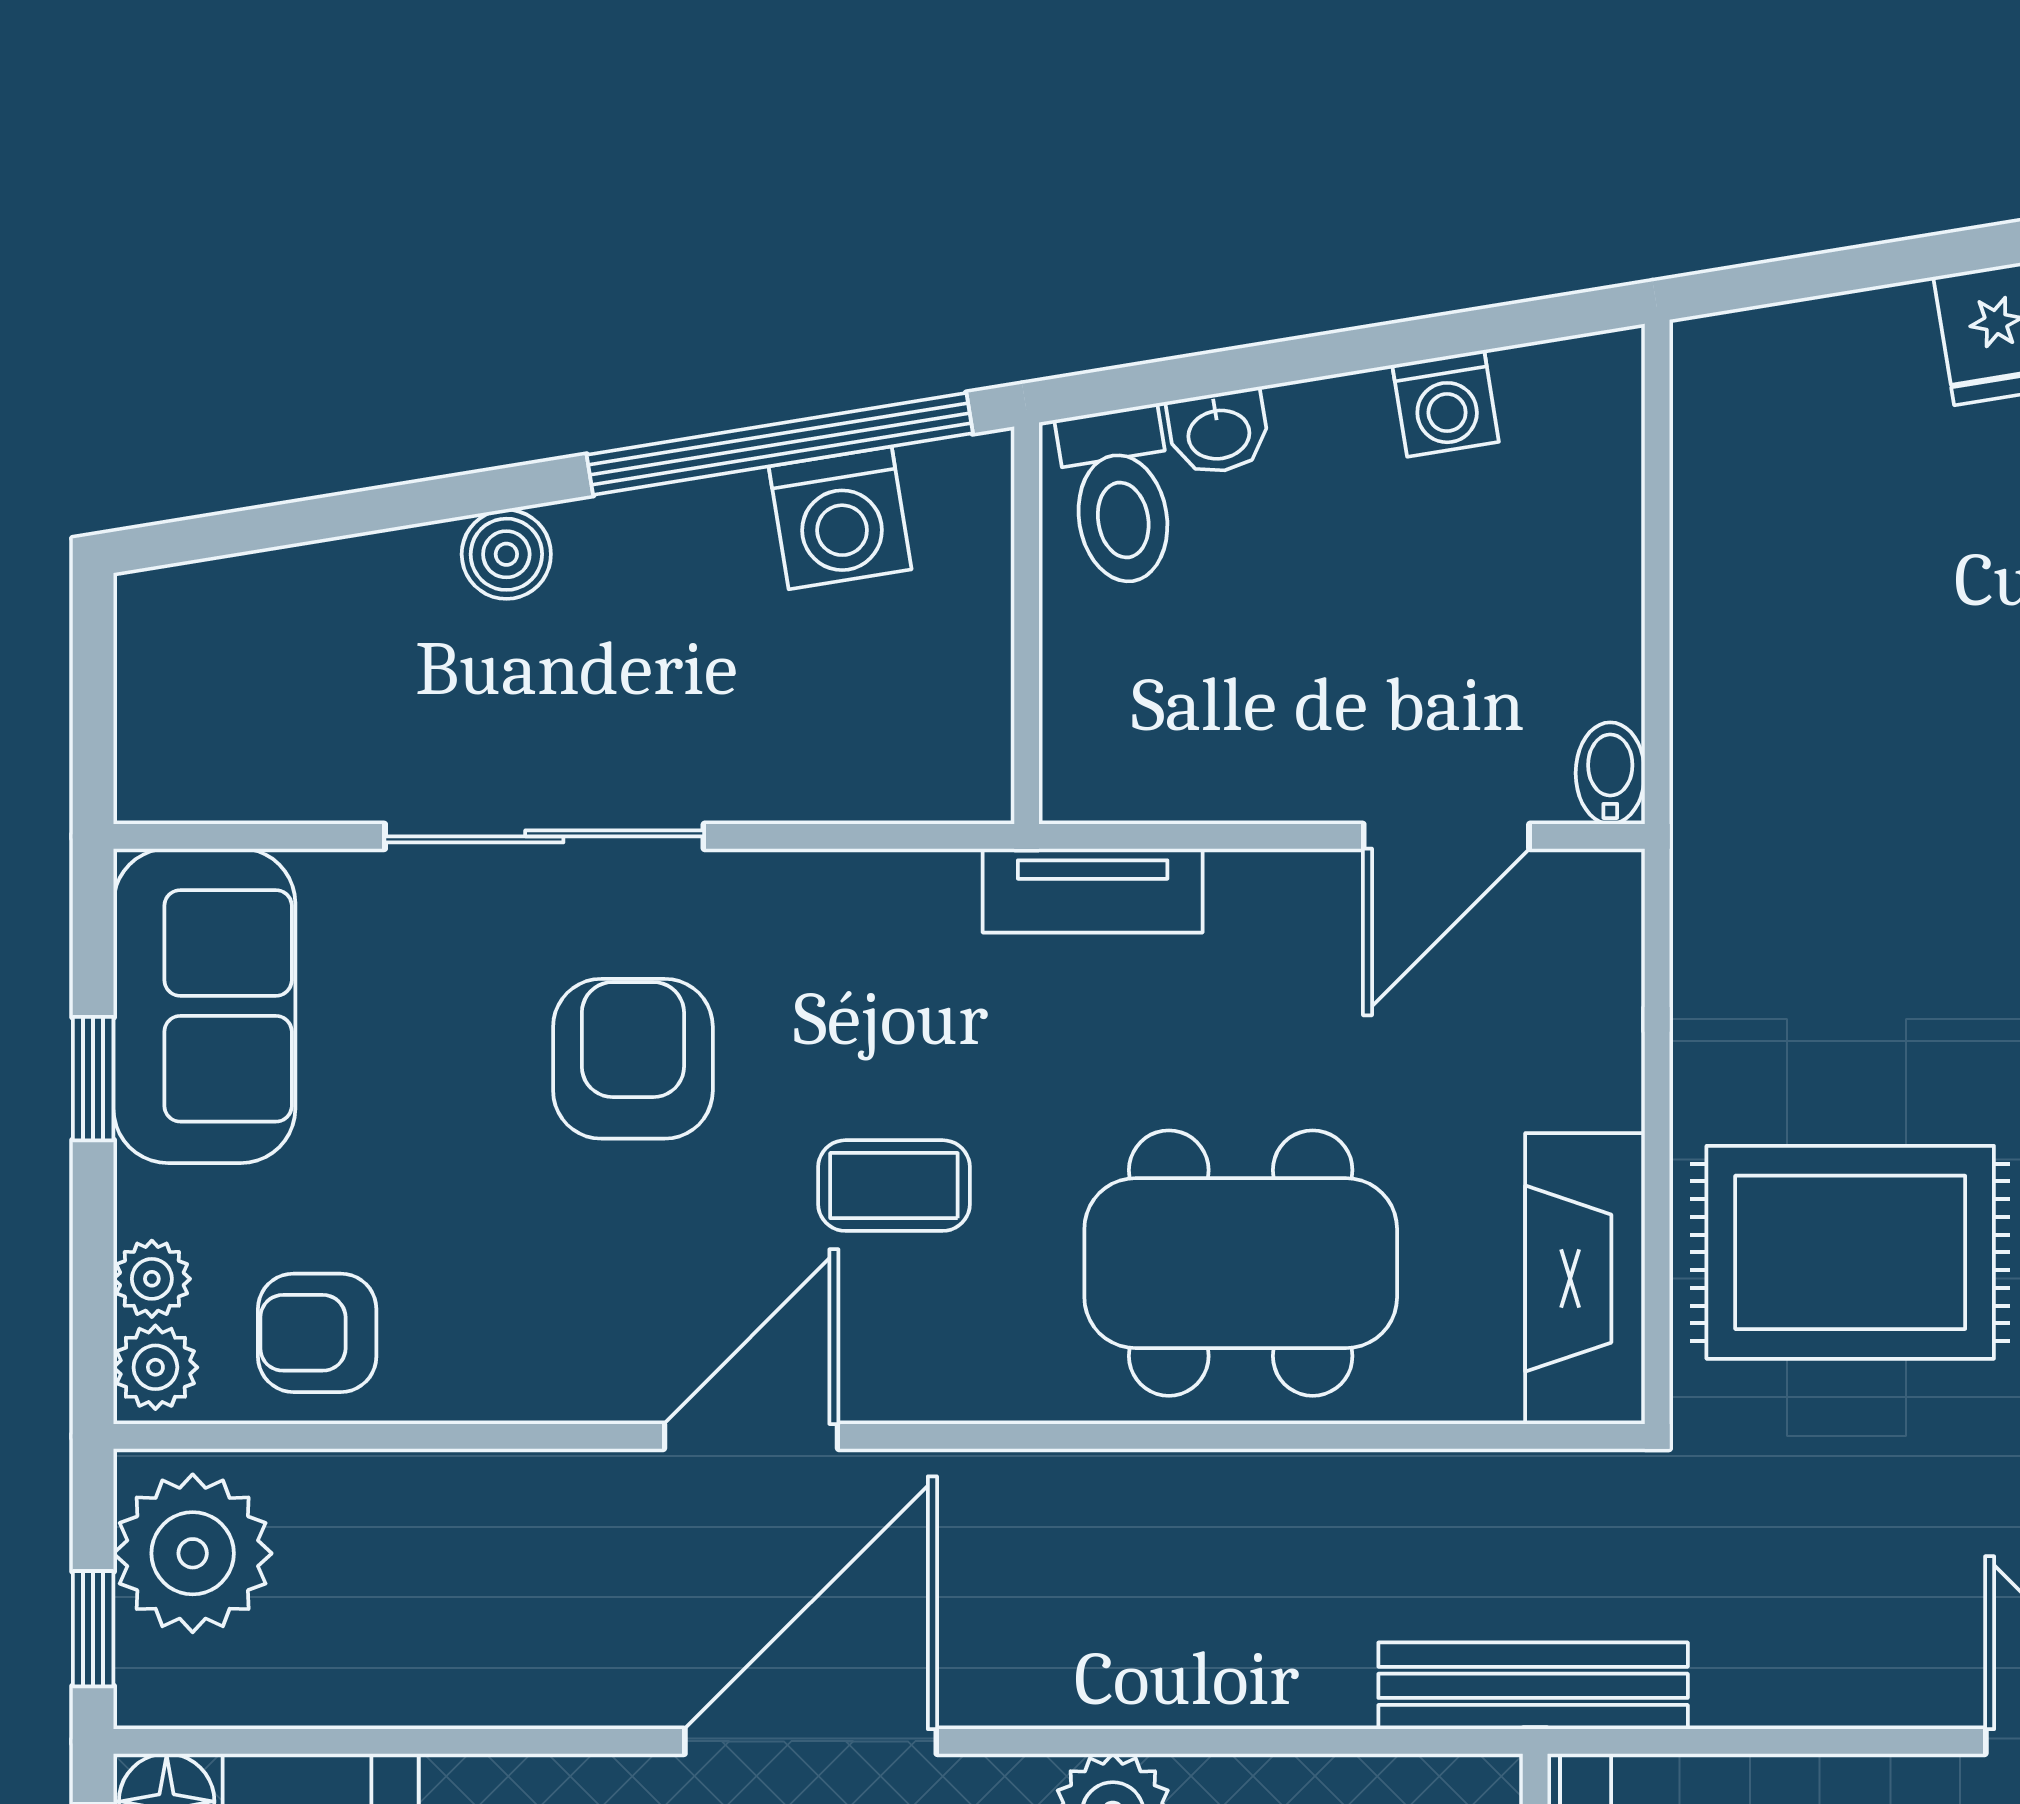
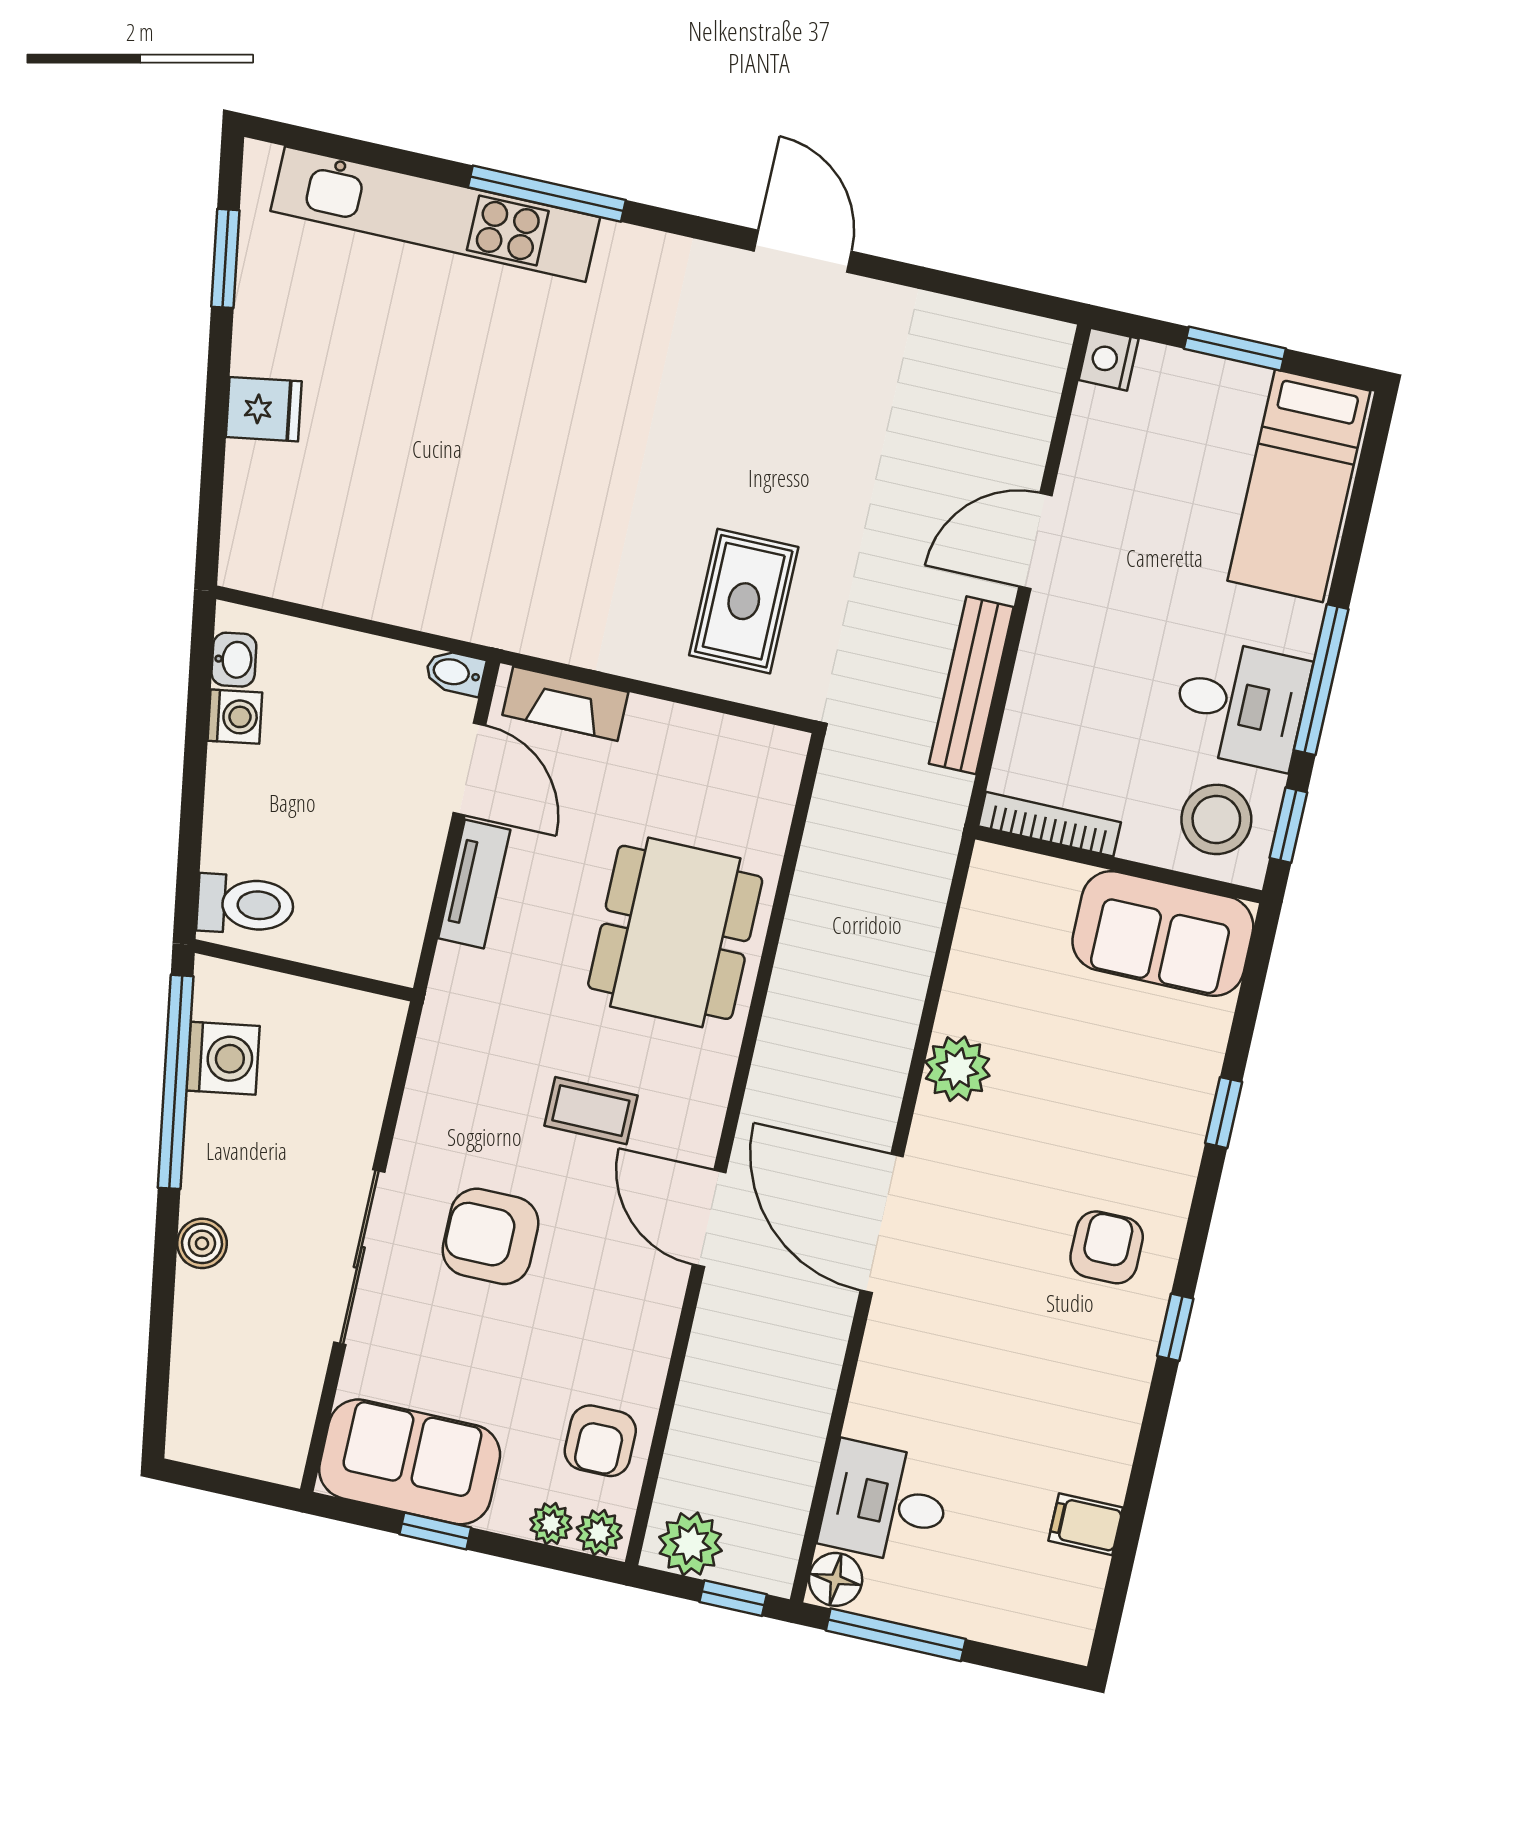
washbasin: (1218, 432) -> (234, 660), moved
tv unit: (1093, 891) -> (474, 884), moved
coffee table: (894, 1186) -> (591, 1111), turned 90
rug: (1850, 1252) -> (744, 601), width x0.73, depth x0.70
fireplace: (1585, 1279) -> (565, 704), moved, width x0.73, depth x0.76
plant: (193, 1553) -> (690, 1544), width x0.73, depth x0.73
bench: (1533, 1686) -> (971, 685), moved

